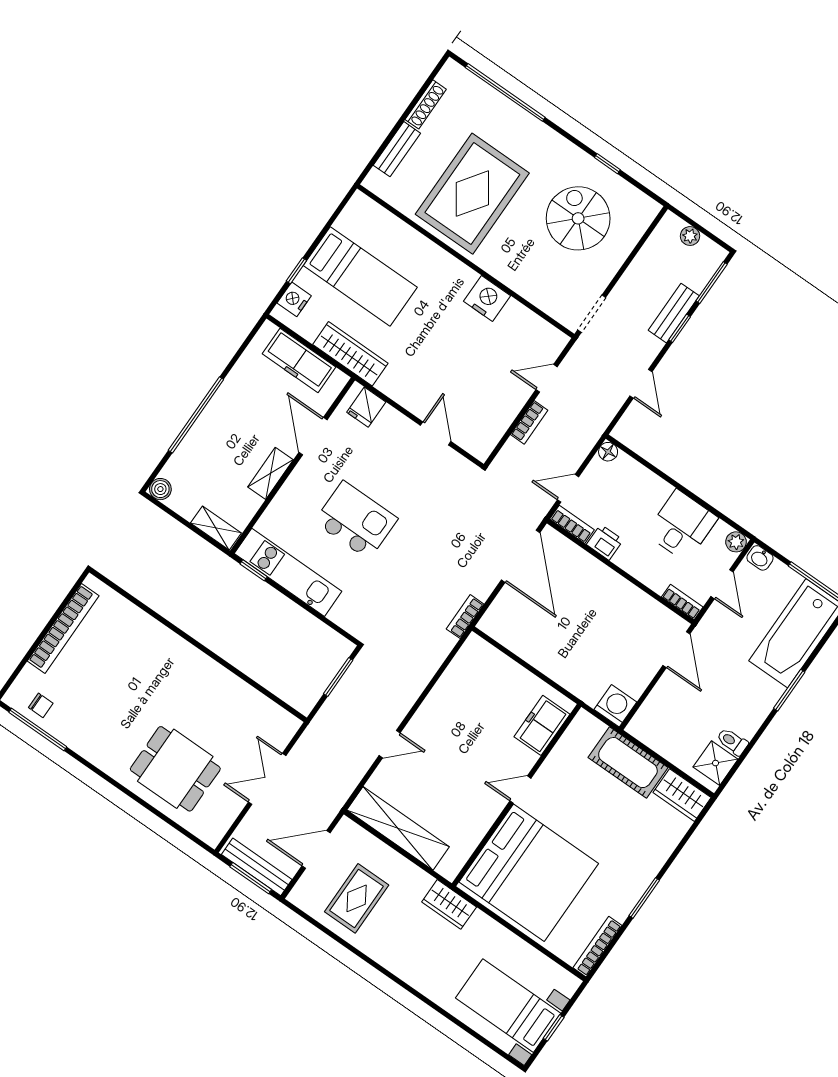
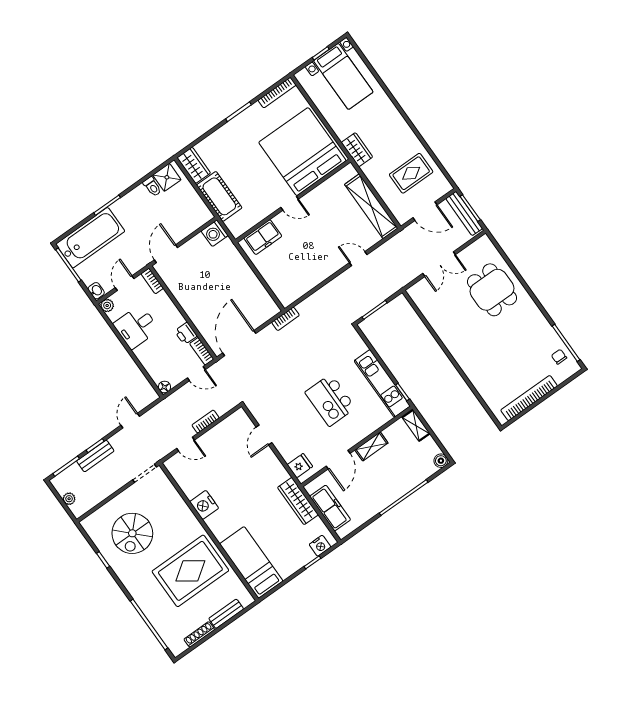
bed: (360, 276) -> (251, 562), moved

